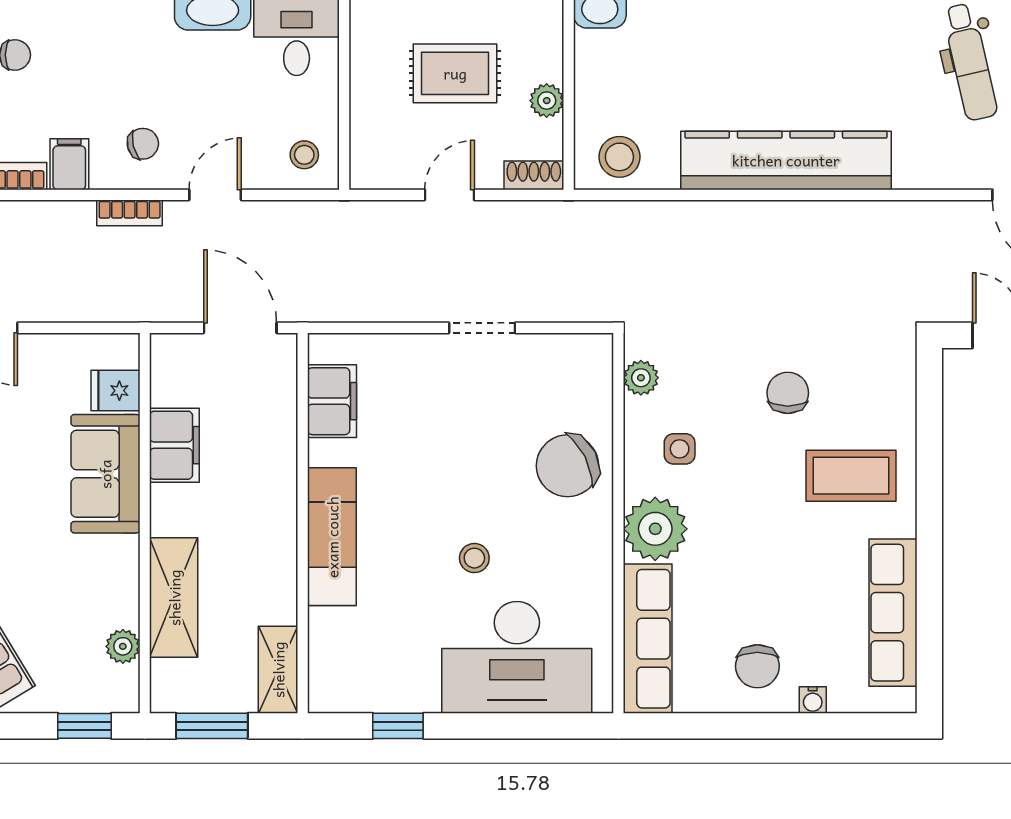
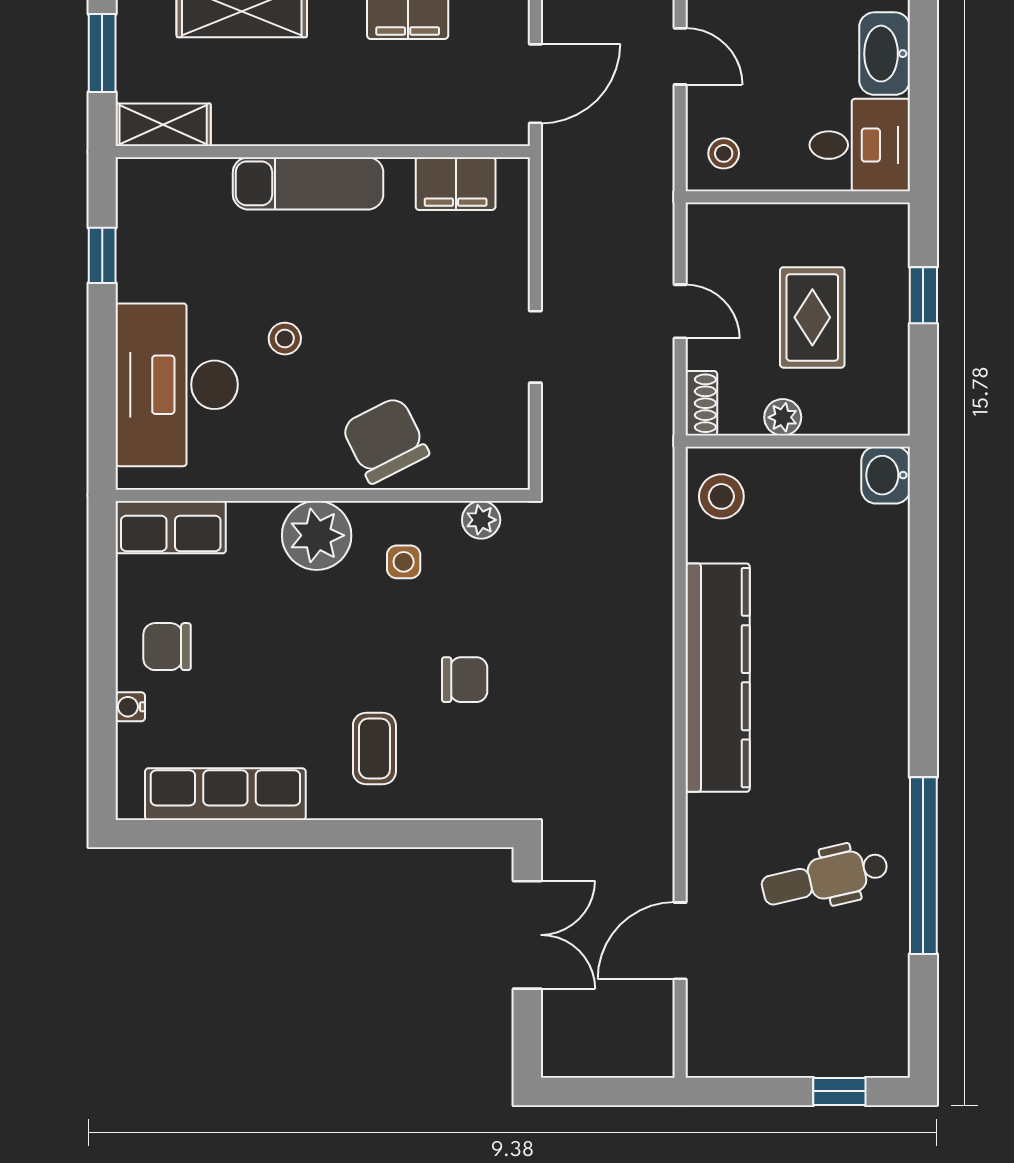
coffee table: (851, 476) -> (374, 749), width x0.73, depth x0.77
row of seats: (648, 639) -> (171, 527), width x0.68

